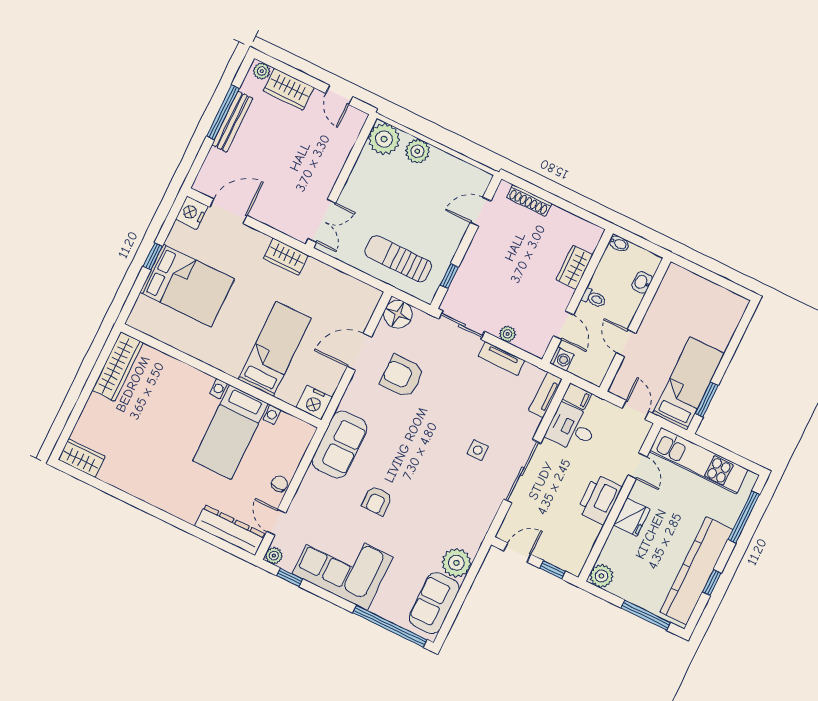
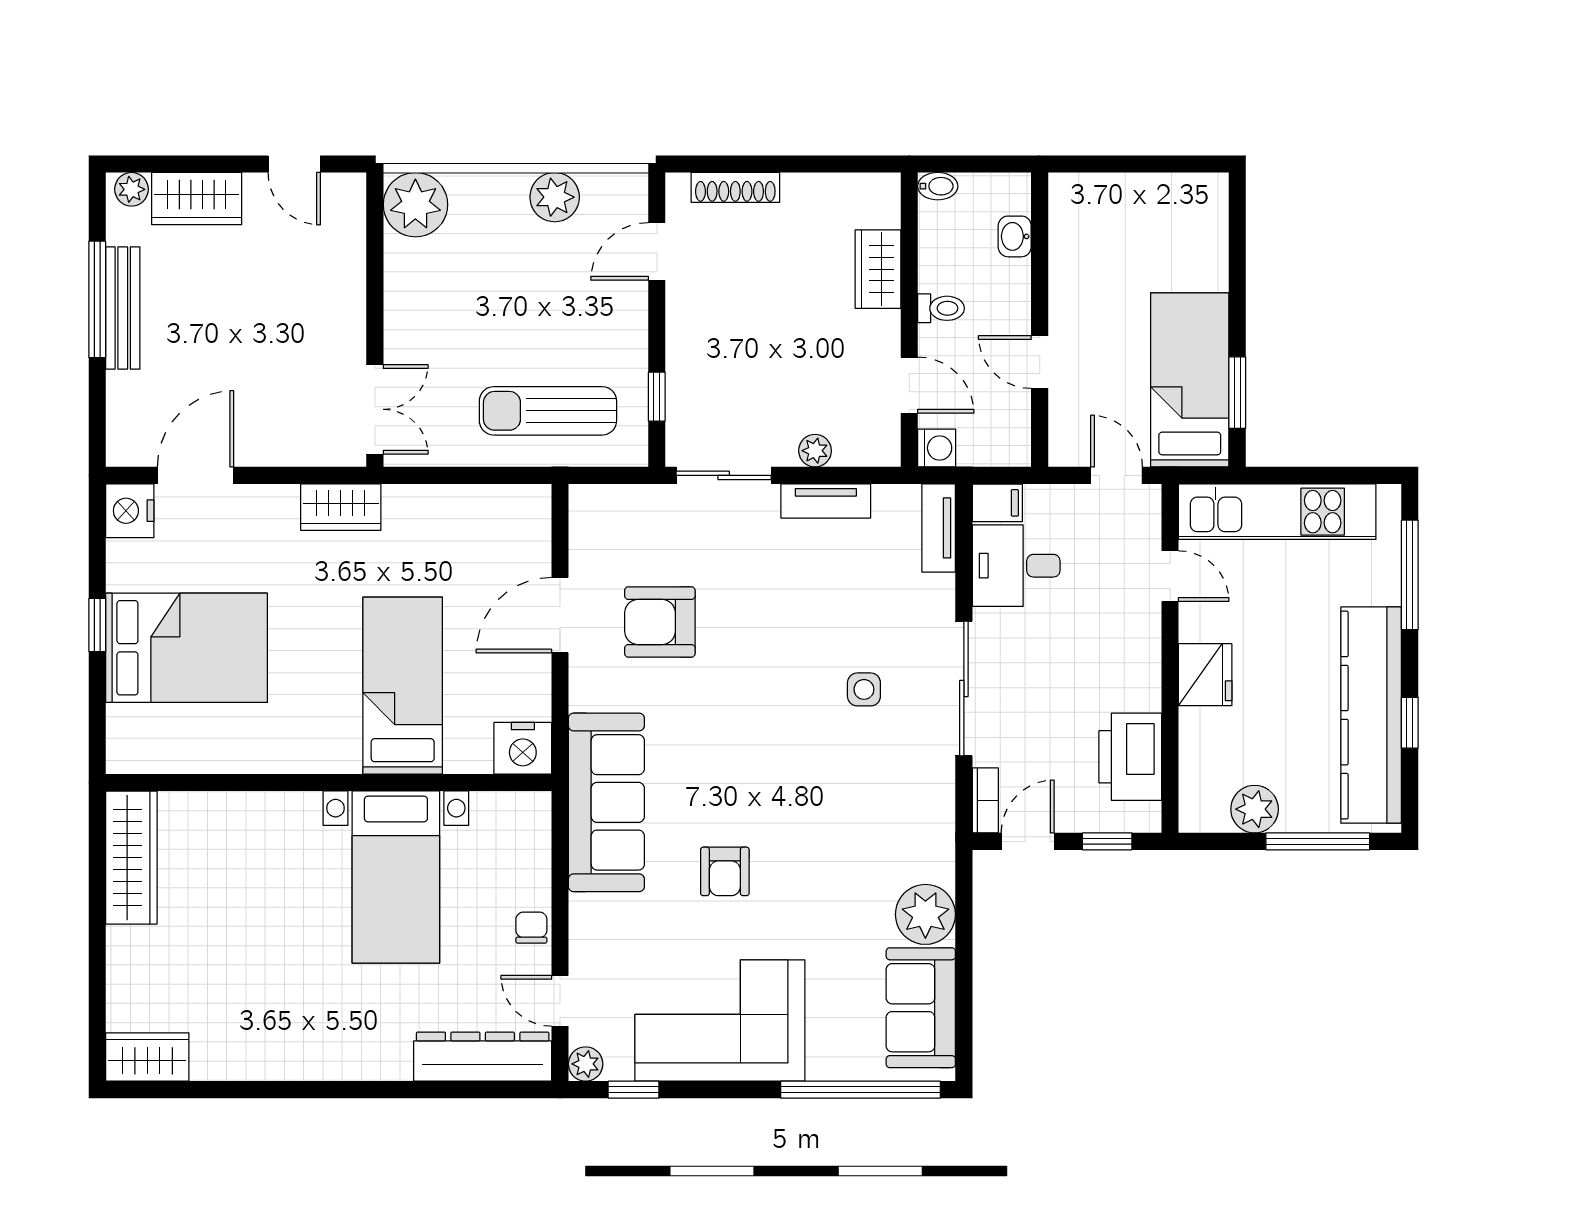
plant: (417, 151) -> (555, 197), moved
floor lamp: (398, 314) -> (597, 512), removed
sofa: (340, 444) -> (606, 802), width x1.36
printer: (599, 499) -> (1130, 757), moved
bookcase: (507, 525) -> (985, 800), added
plant: (601, 576) -> (1255, 809), moved

